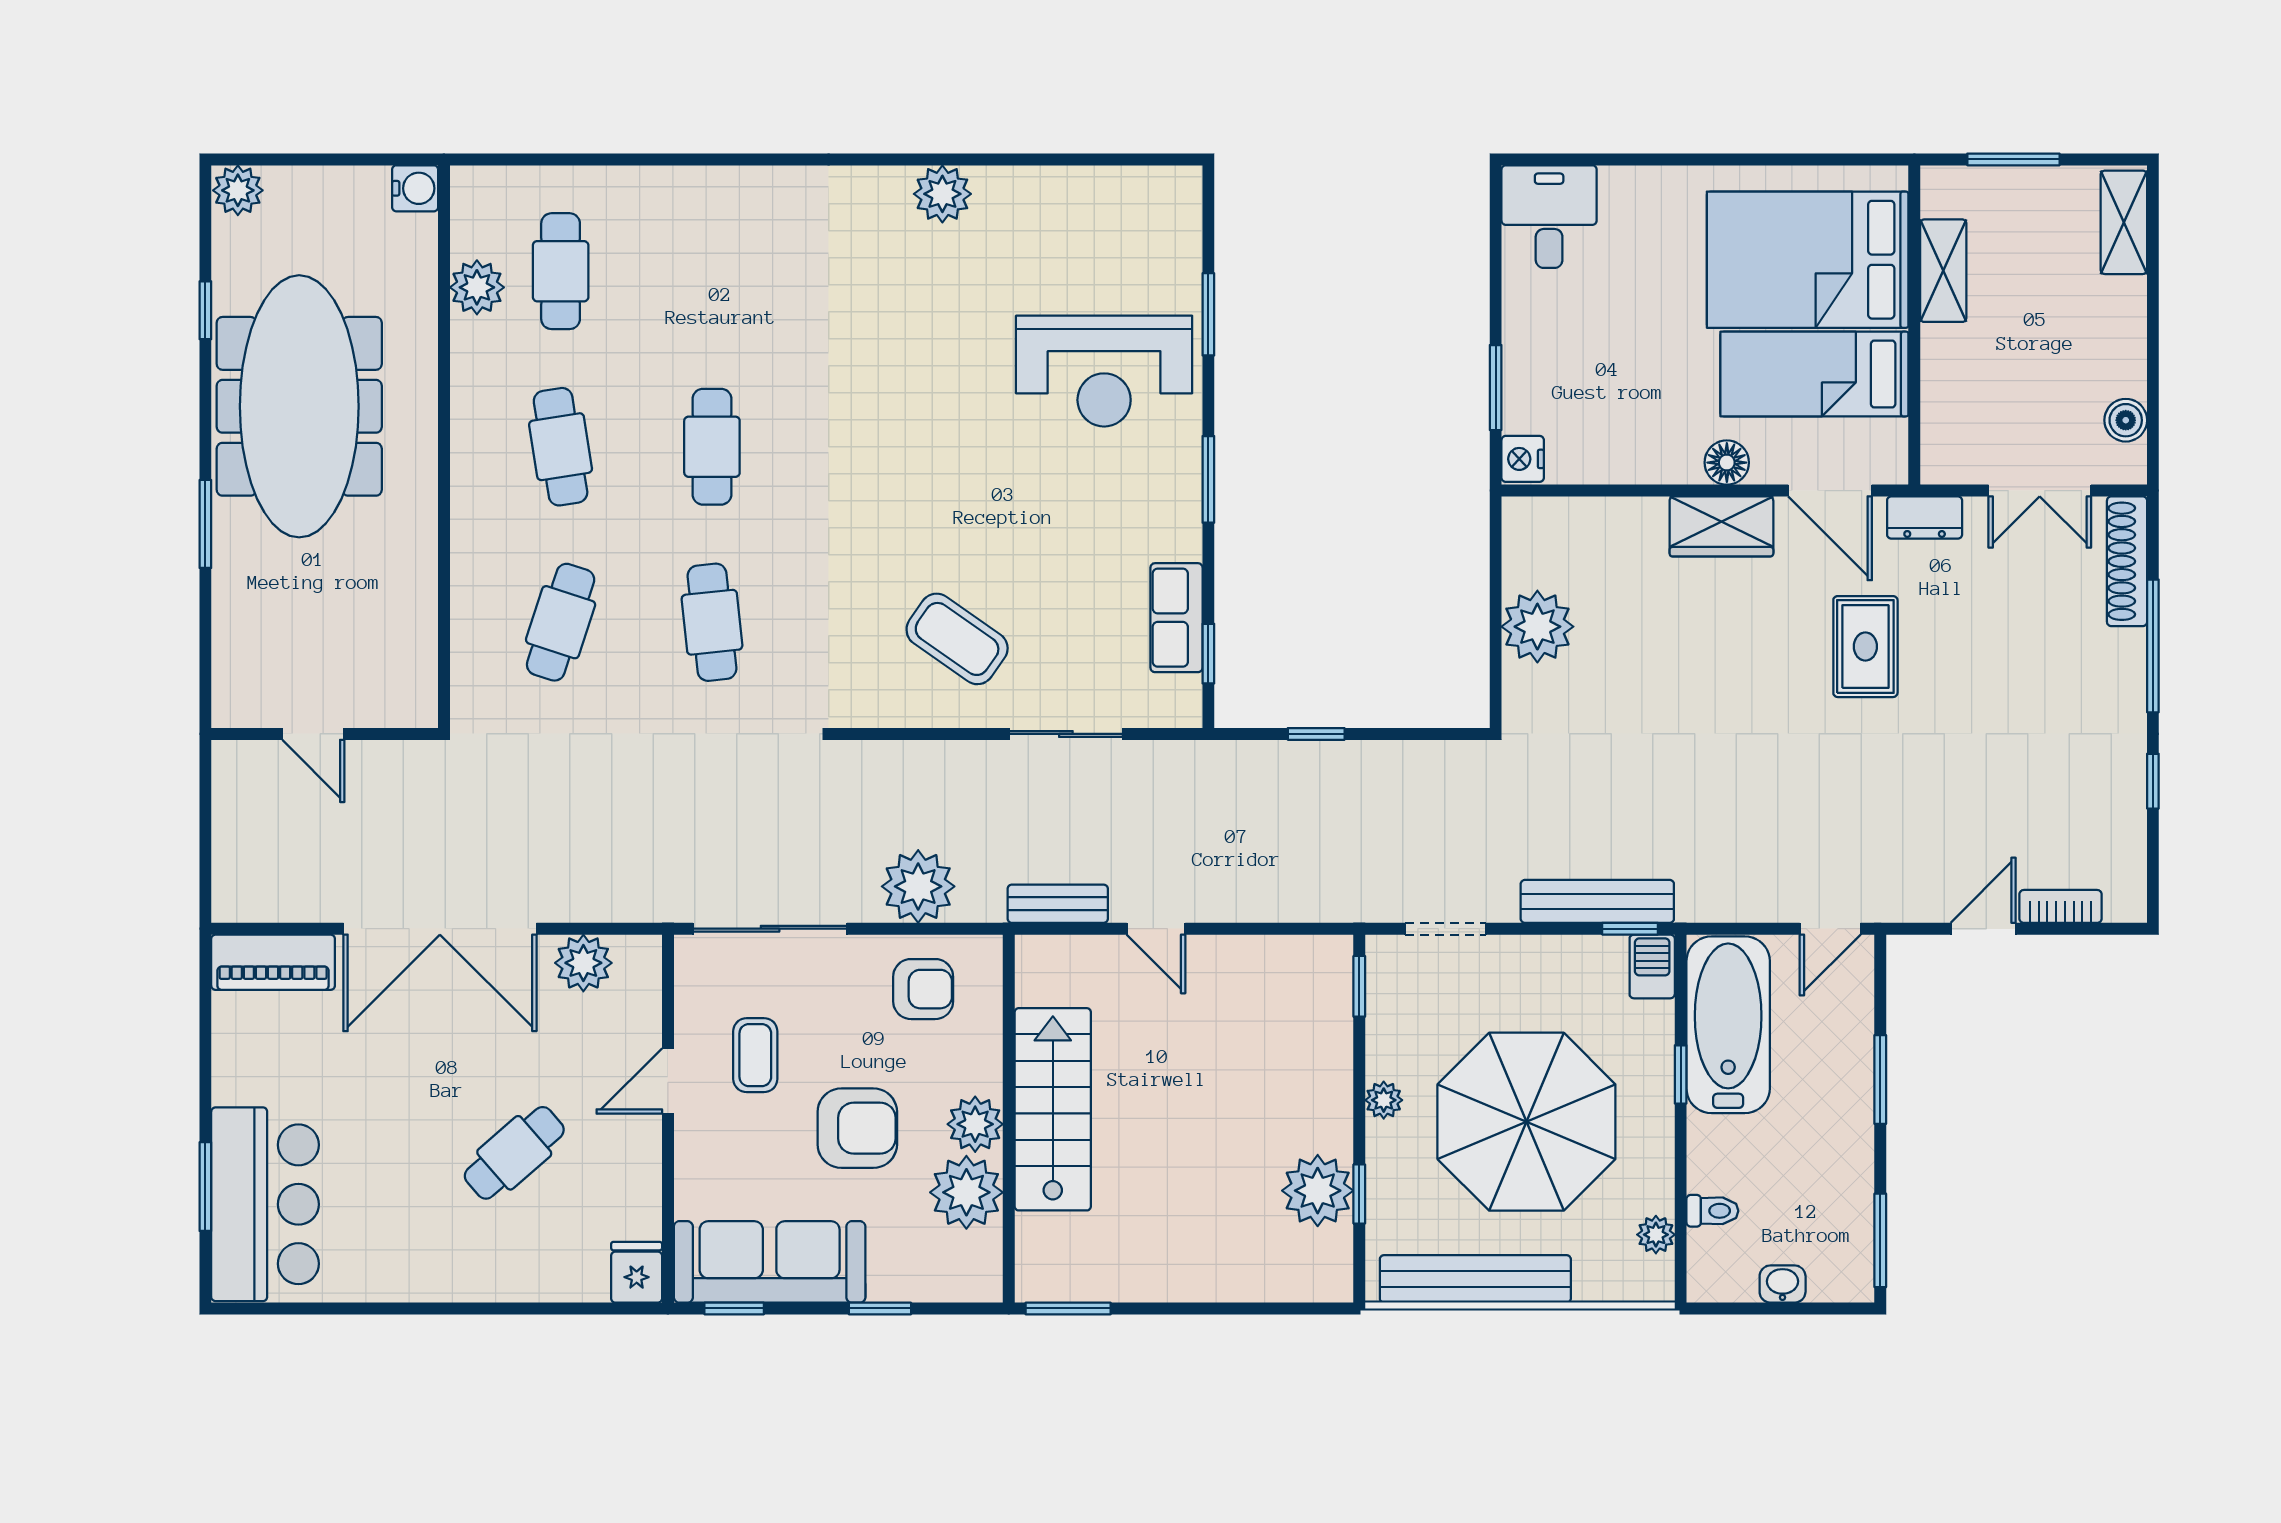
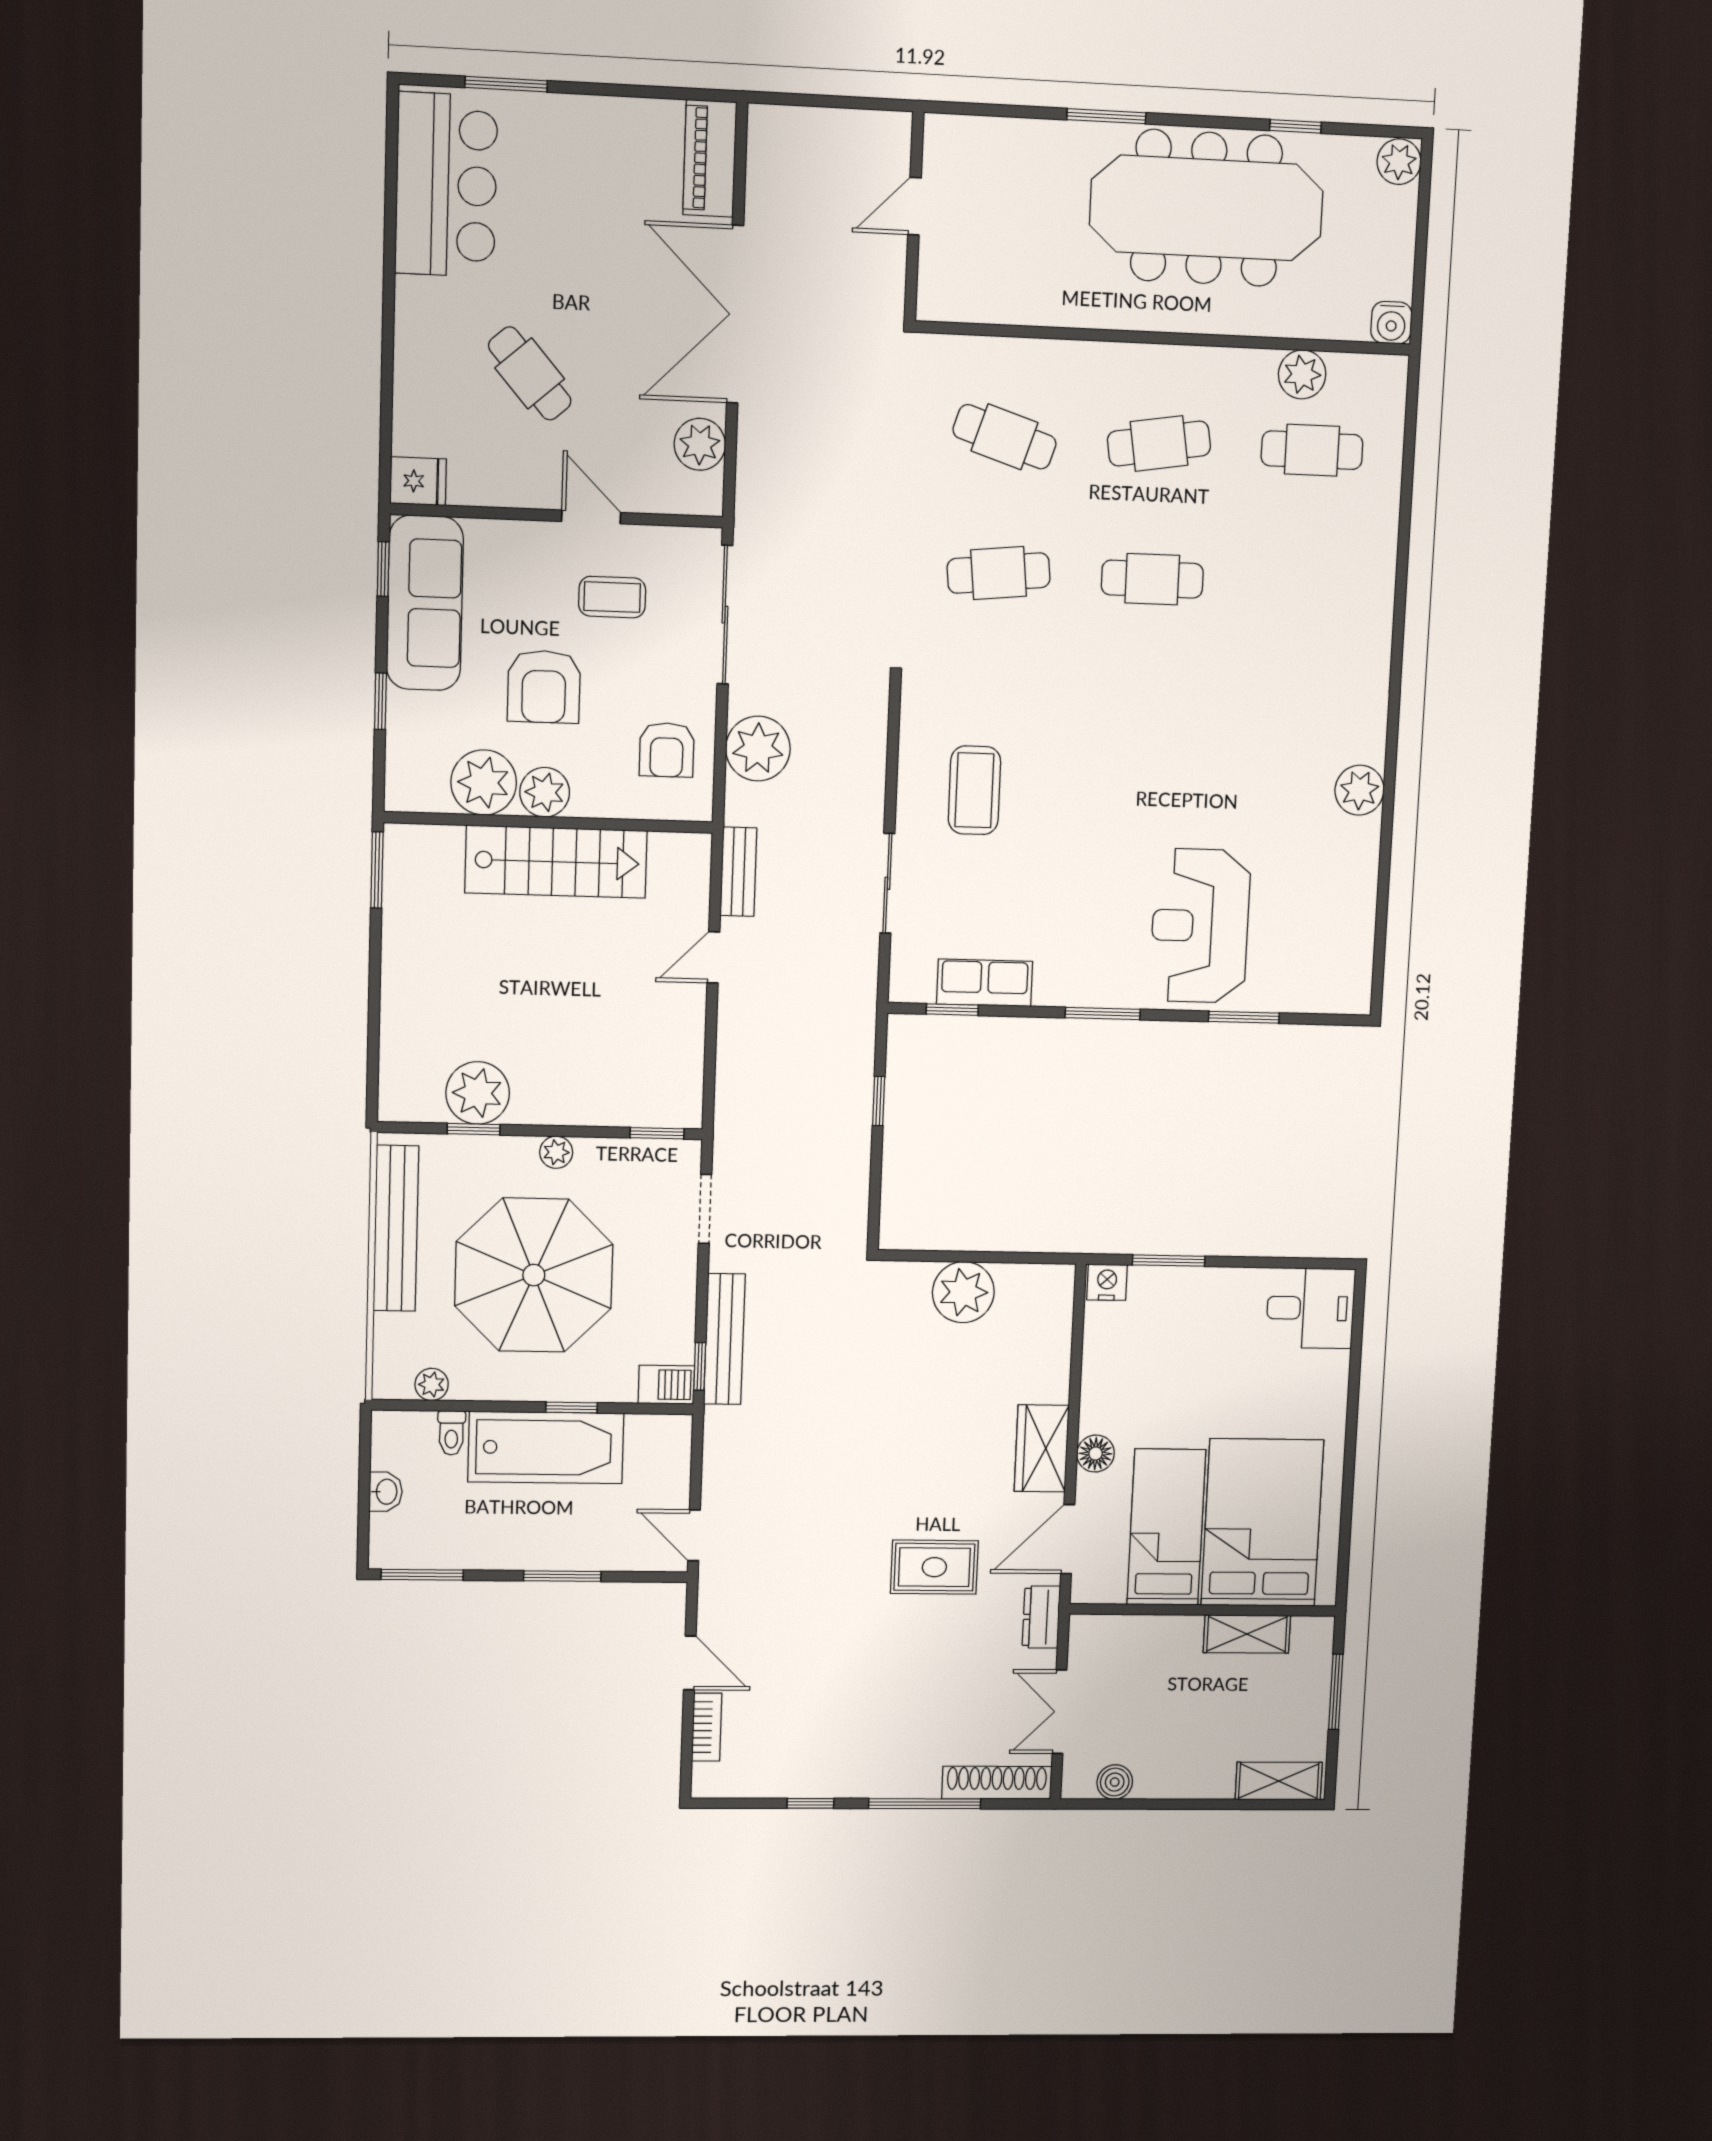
coffee table: (957, 639) -> (974, 790), turned -35
bathtub: (1728, 1025) -> (546, 1448), moved
bar counter: (265, 1204) -> (446, 185), moved, turned -90

